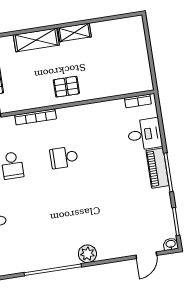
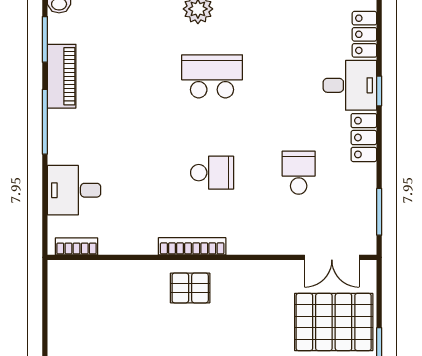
bookcase: (36, 117) -> (192, 246), moved
piano: (157, 168) -> (62, 76), moved
school desk: (73, 215) -> (212, 76), added

